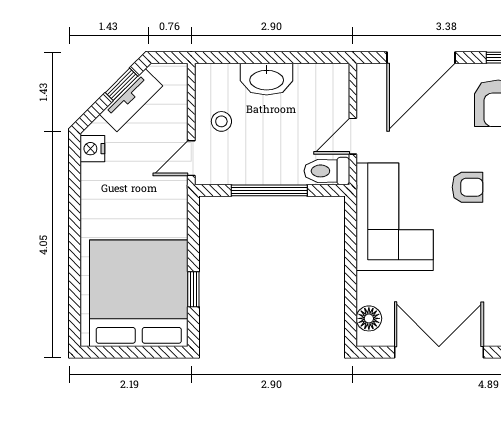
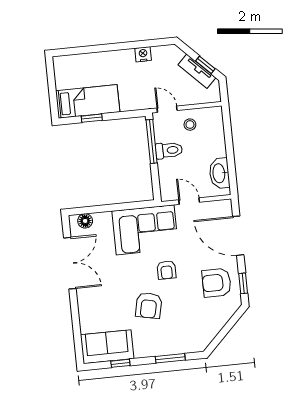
washbasin: (267, 79) -> (219, 173), moved
nightstand: (92, 149) -> (143, 54), moved
toilet: (327, 171) -> (169, 150), moved, turned 90
window: (269, 190) -> (152, 141), moved
bed: (139, 293) -> (88, 101), width x0.49

